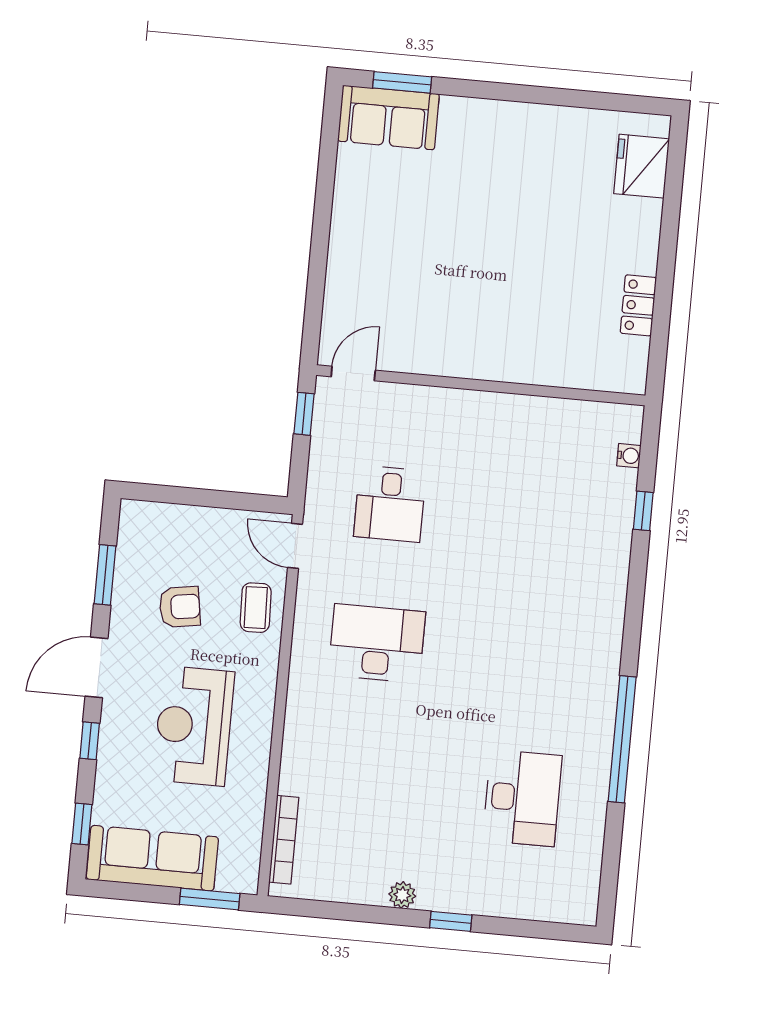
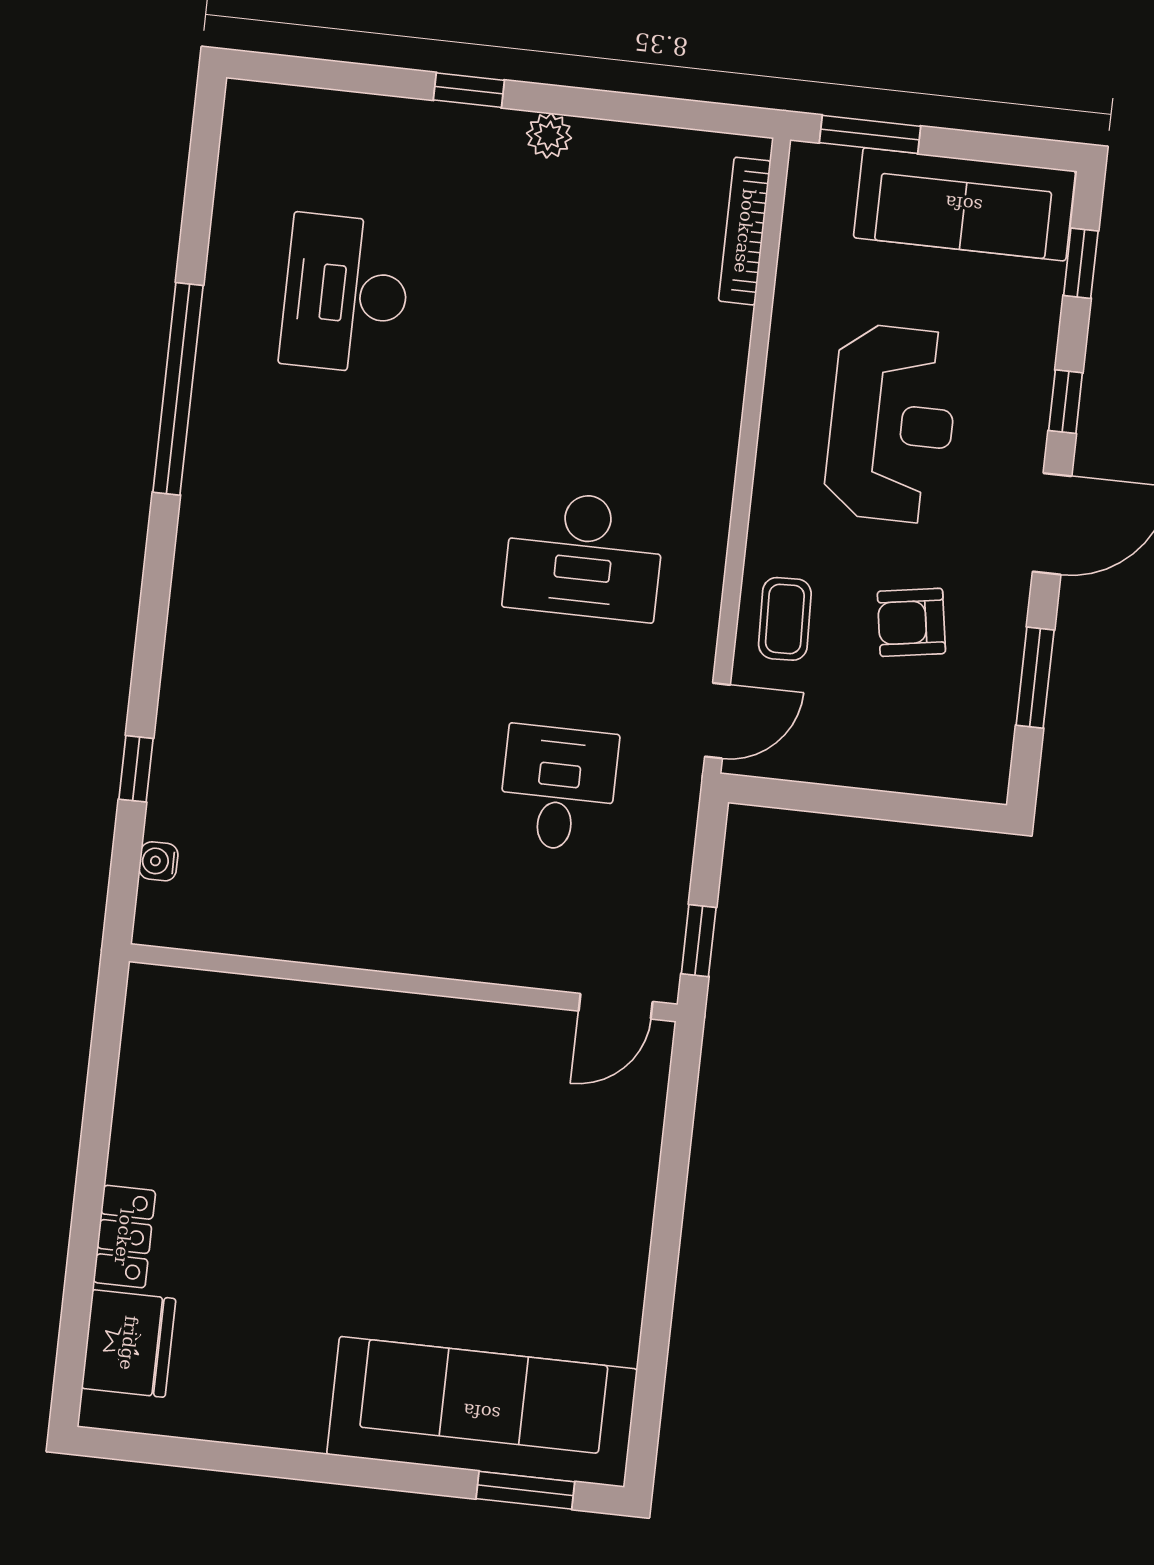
sofa: (389, 118) -> (482, 1412), width x1.85, depth x1.27
locker: (638, 305) -> (124, 1237), moved
door: (295, 546) -> (718, 721), hinge flipped

